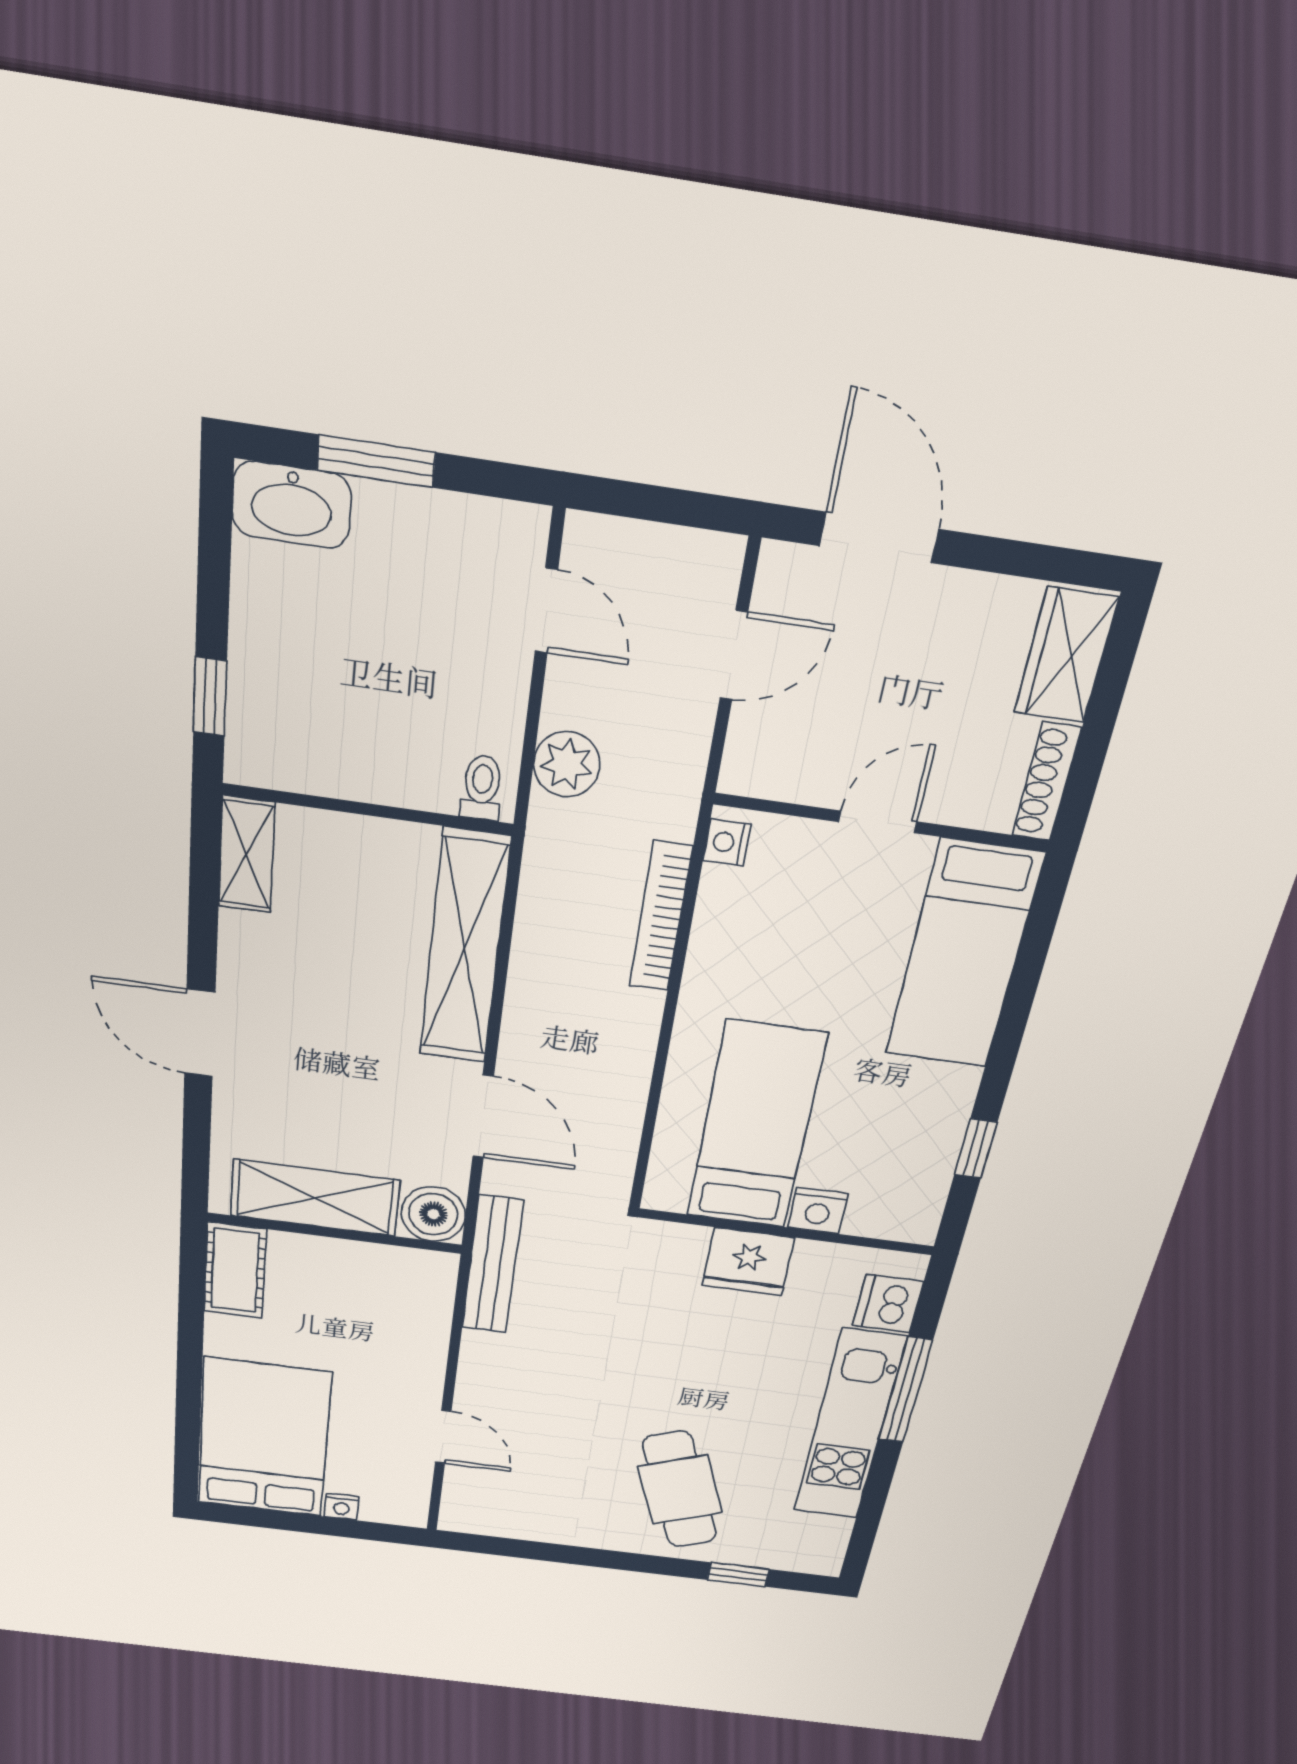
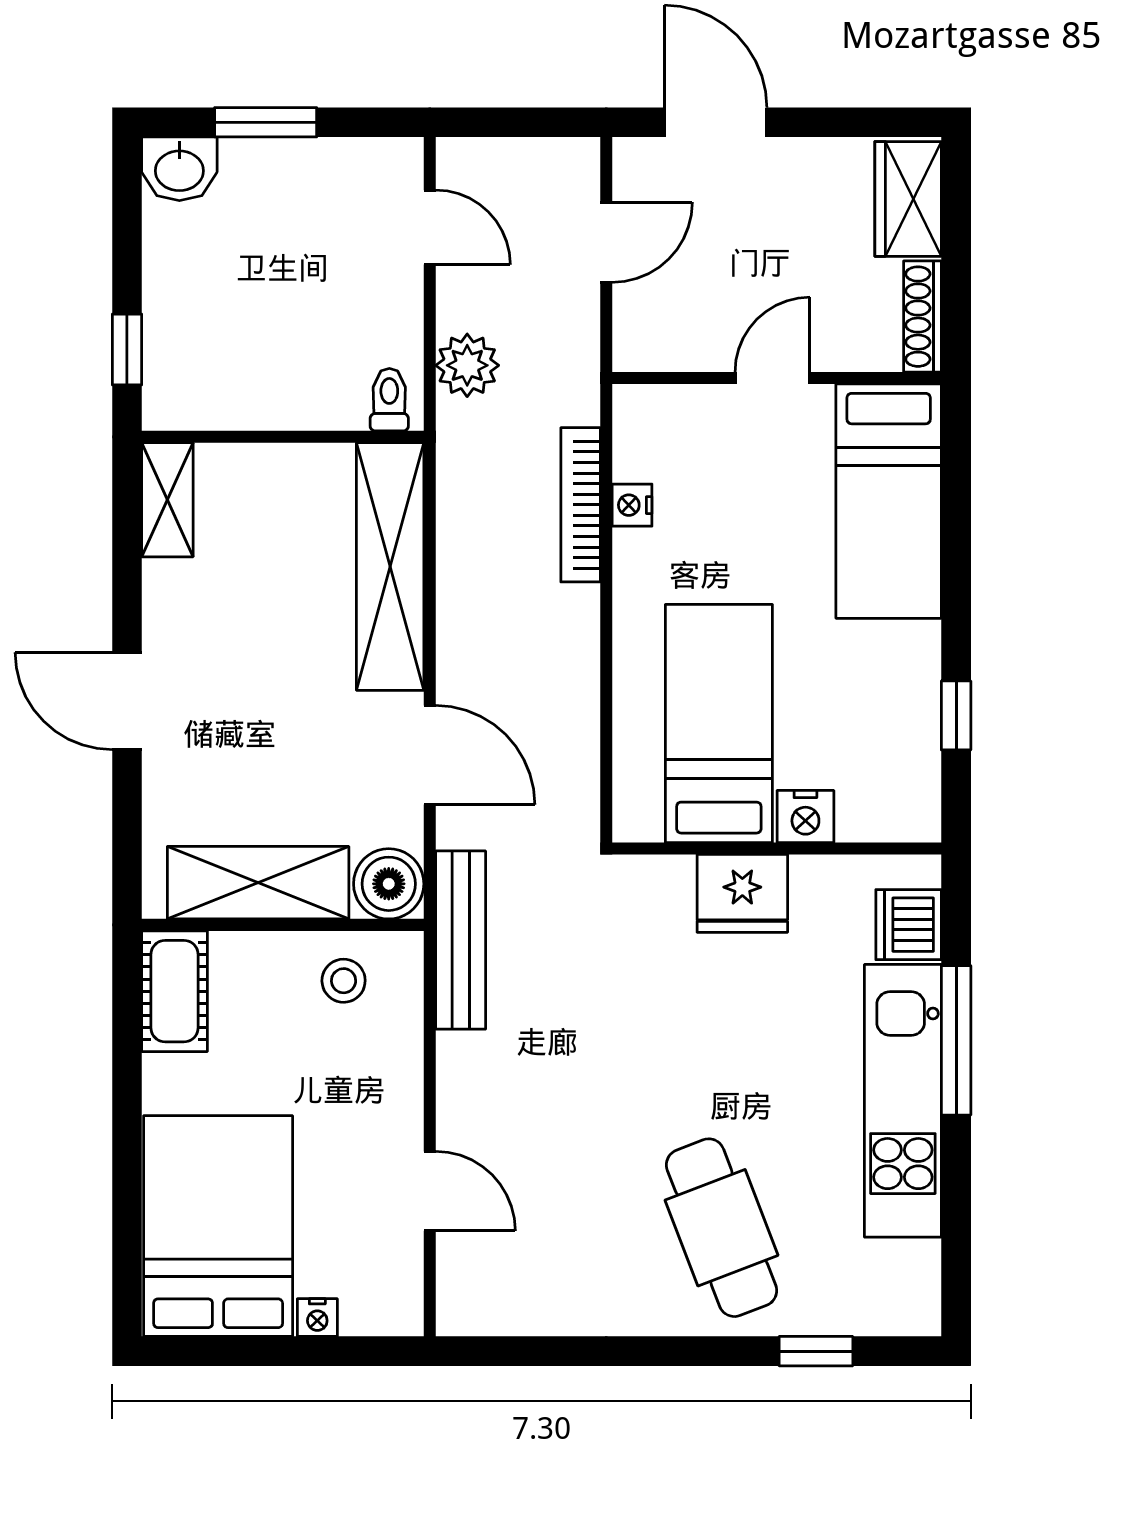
washbasin: (292, 505) -> (179, 169), width x0.72
nightstand: (727, 842) -> (632, 505), moved
stool: (385, 1282) -> (344, 981), added

